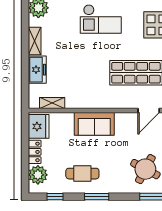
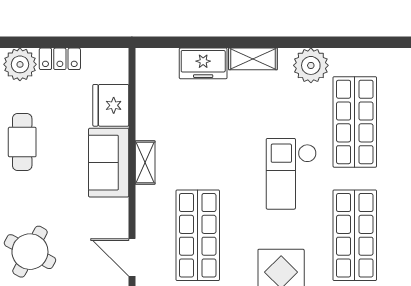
shelving: (52, 103) -> (145, 163), moved
fridge: (39, 126) -> (111, 105), moved, turned 90

